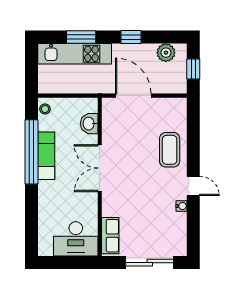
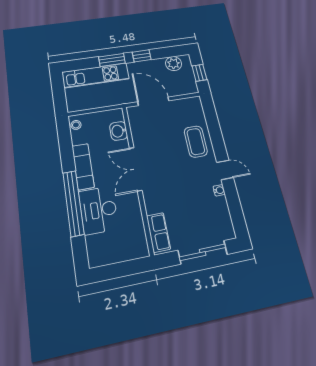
window: (81, 37) -> (112, 60), moved
window: (31, 152) -> (73, 203), moved
desk: (76, 239) -> (98, 210), moved, turned 90

